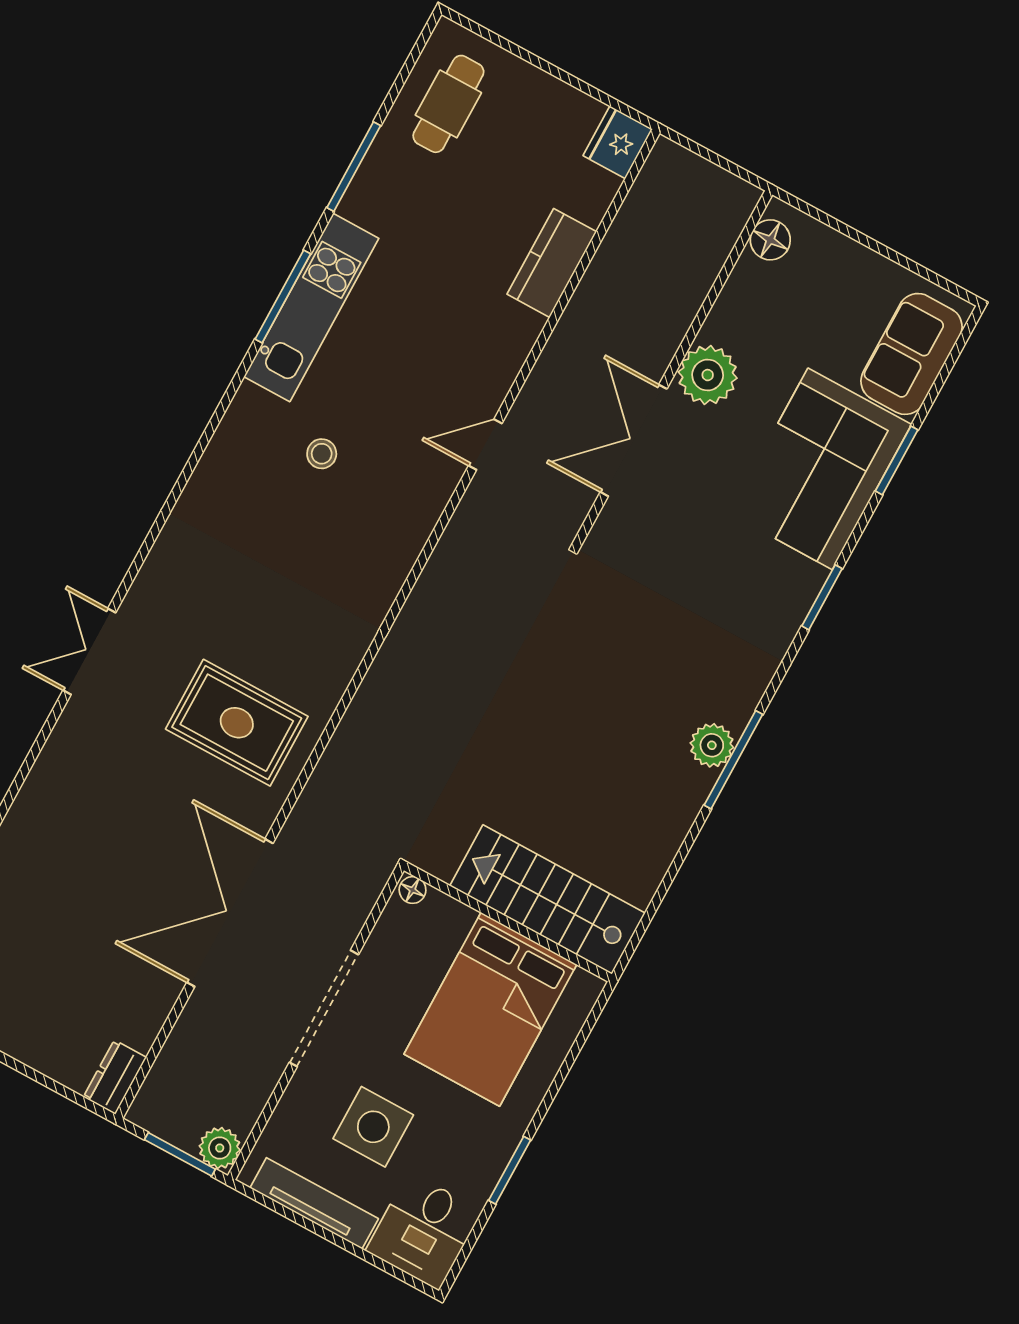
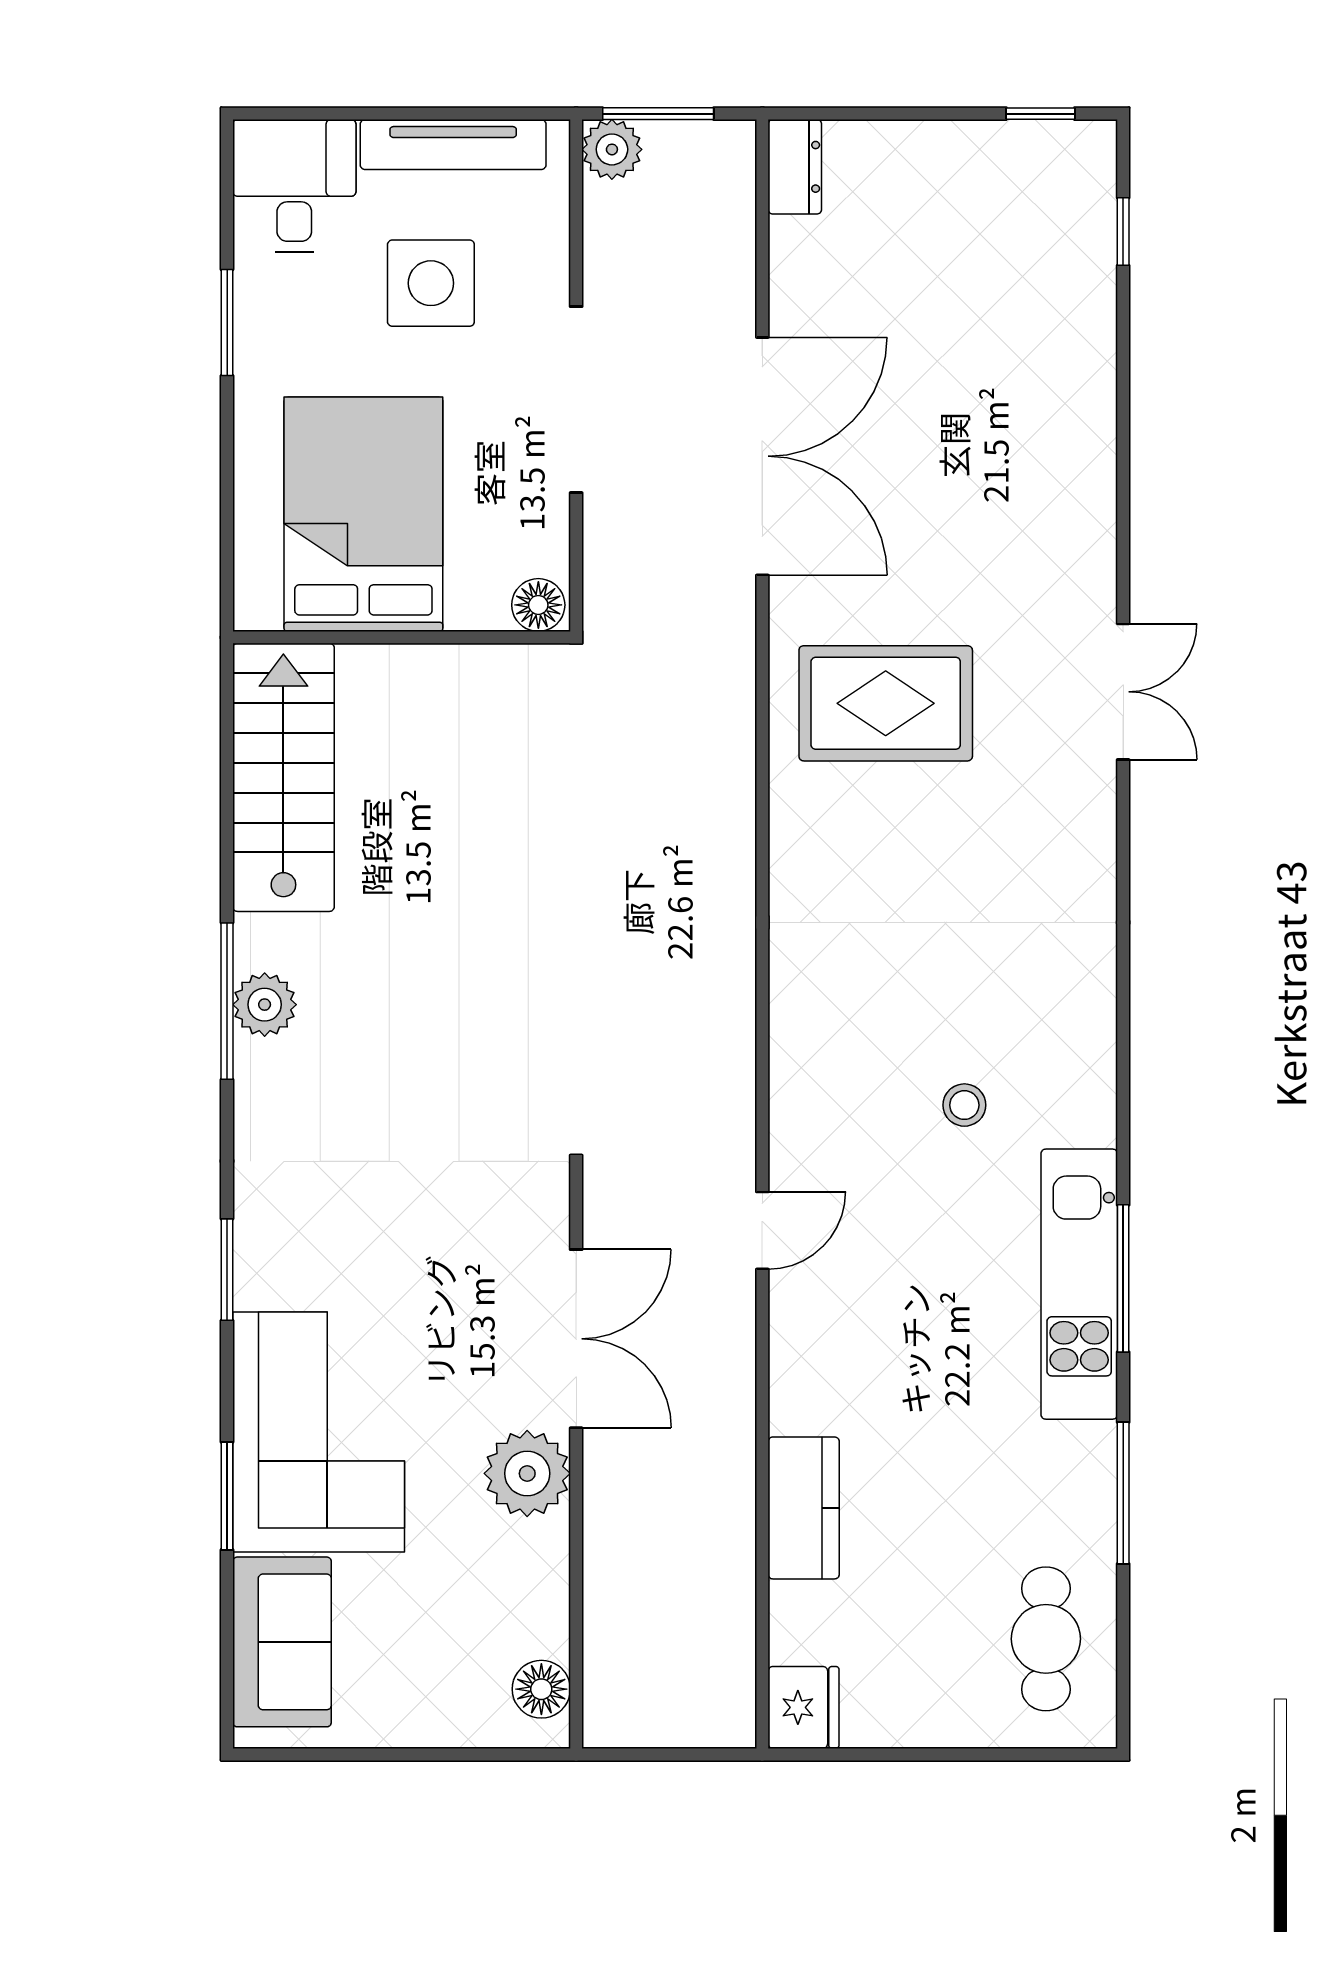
floor lamp: (413, 890) -> (538, 605), width x1.37, depth x1.37
stairs: (547, 899) -> (283, 777), moved, turned -90

